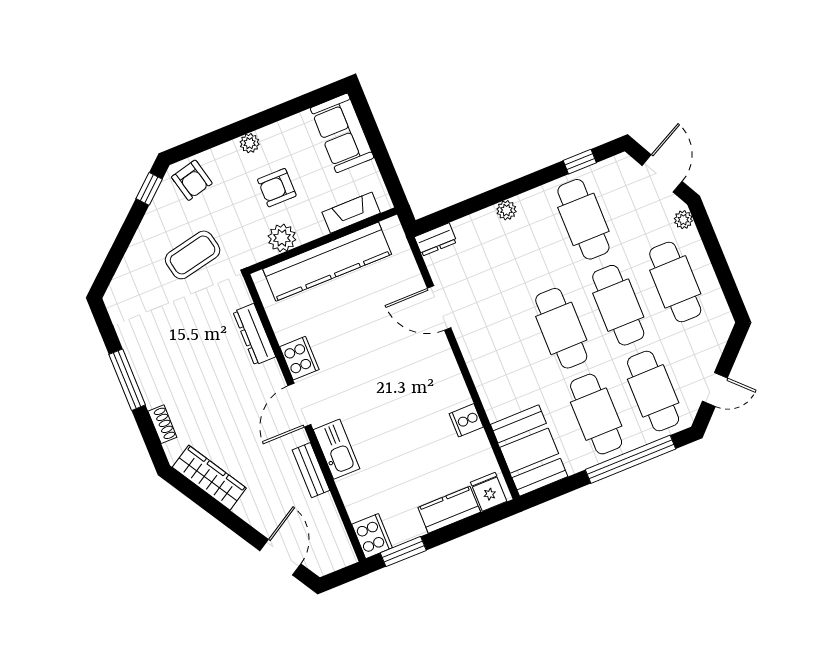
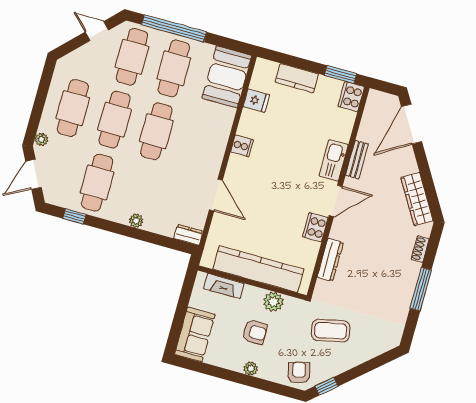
cooker: (466, 420) -> (242, 146), moved
fridge: (489, 492) -> (256, 101), moved, turned -90
door: (280, 557) -> (412, 124), width x1.36

